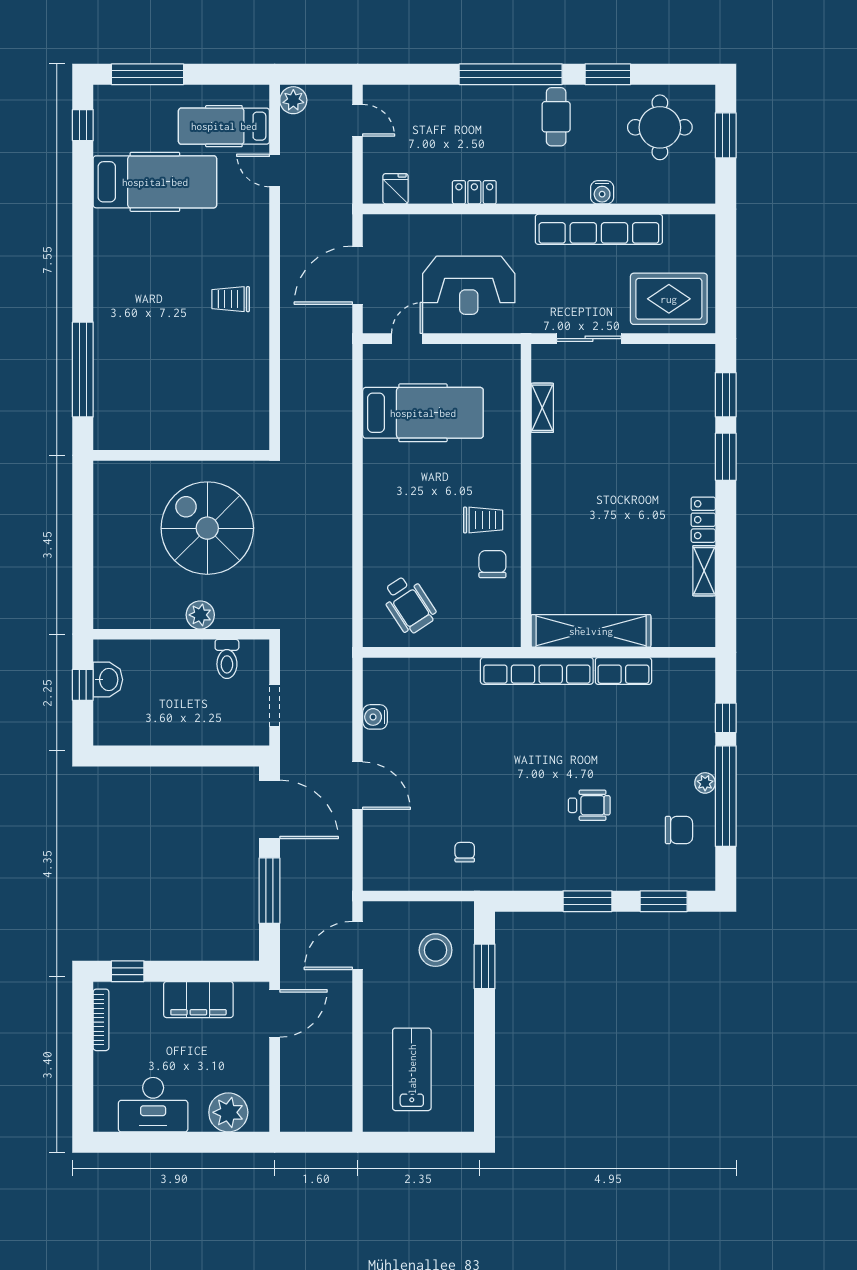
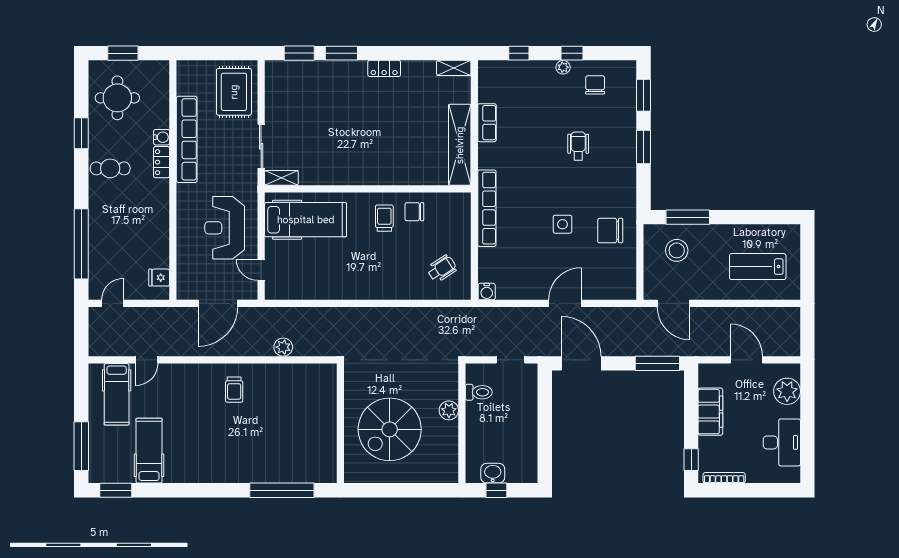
window: (511, 74) -> (81, 244), moved
plant: (293, 100) -> (283, 347), moved
window: (83, 125) -> (116, 490), width x1.50
hospital bed: (155, 182) -> (149, 451), width x0.73, depth x0.78
locker: (474, 192) -> (161, 162), moved
door: (358, 275) -> (218, 303), hinge flipped
reception desk: (469, 285) -> (225, 228), turned 180
shelving: (542, 408) -> (281, 178), moved
hospital bed: (423, 413) -> (306, 220), moved, turned 90
spiral stairs: (207, 528) -> (390, 429), moved
shelving: (704, 571) -> (454, 68), moved
wheelchair: (409, 604) -> (442, 269), width x0.73, depth x0.73
row of seats: (537, 671) -> (487, 208), moved
water cooler: (375, 717) -> (487, 292), moved
side table: (474, 782) -> (562, 224), added
window: (726, 796) -> (572, 53), width x0.32
door: (269, 809) -> (581, 363), hinge flipped
chair: (465, 852) -> (610, 231), width x1.87, depth x1.87
window: (269, 891) -> (657, 363), moved
window: (485, 966) -> (688, 217), width x1.44
door: (275, 1013) -> (746, 360), moved

